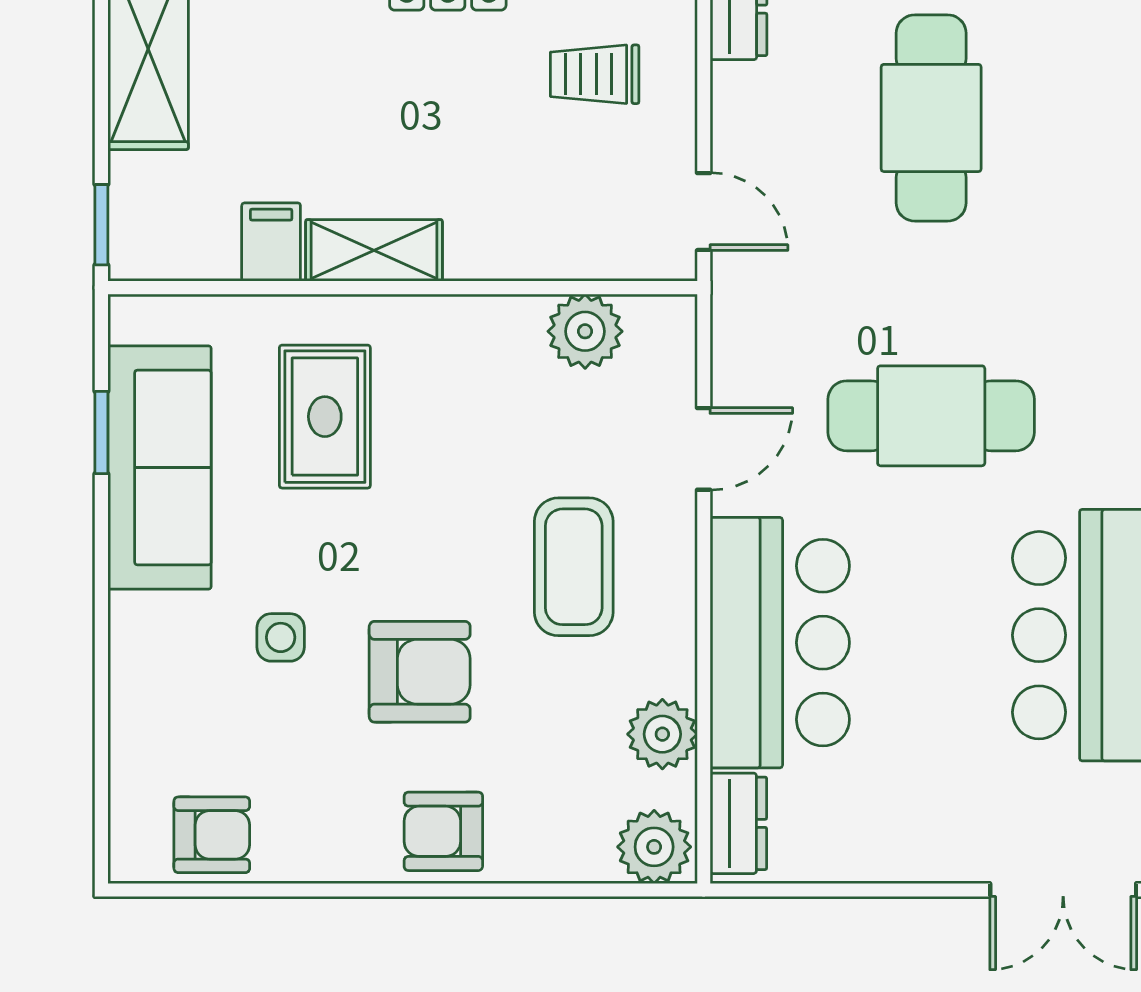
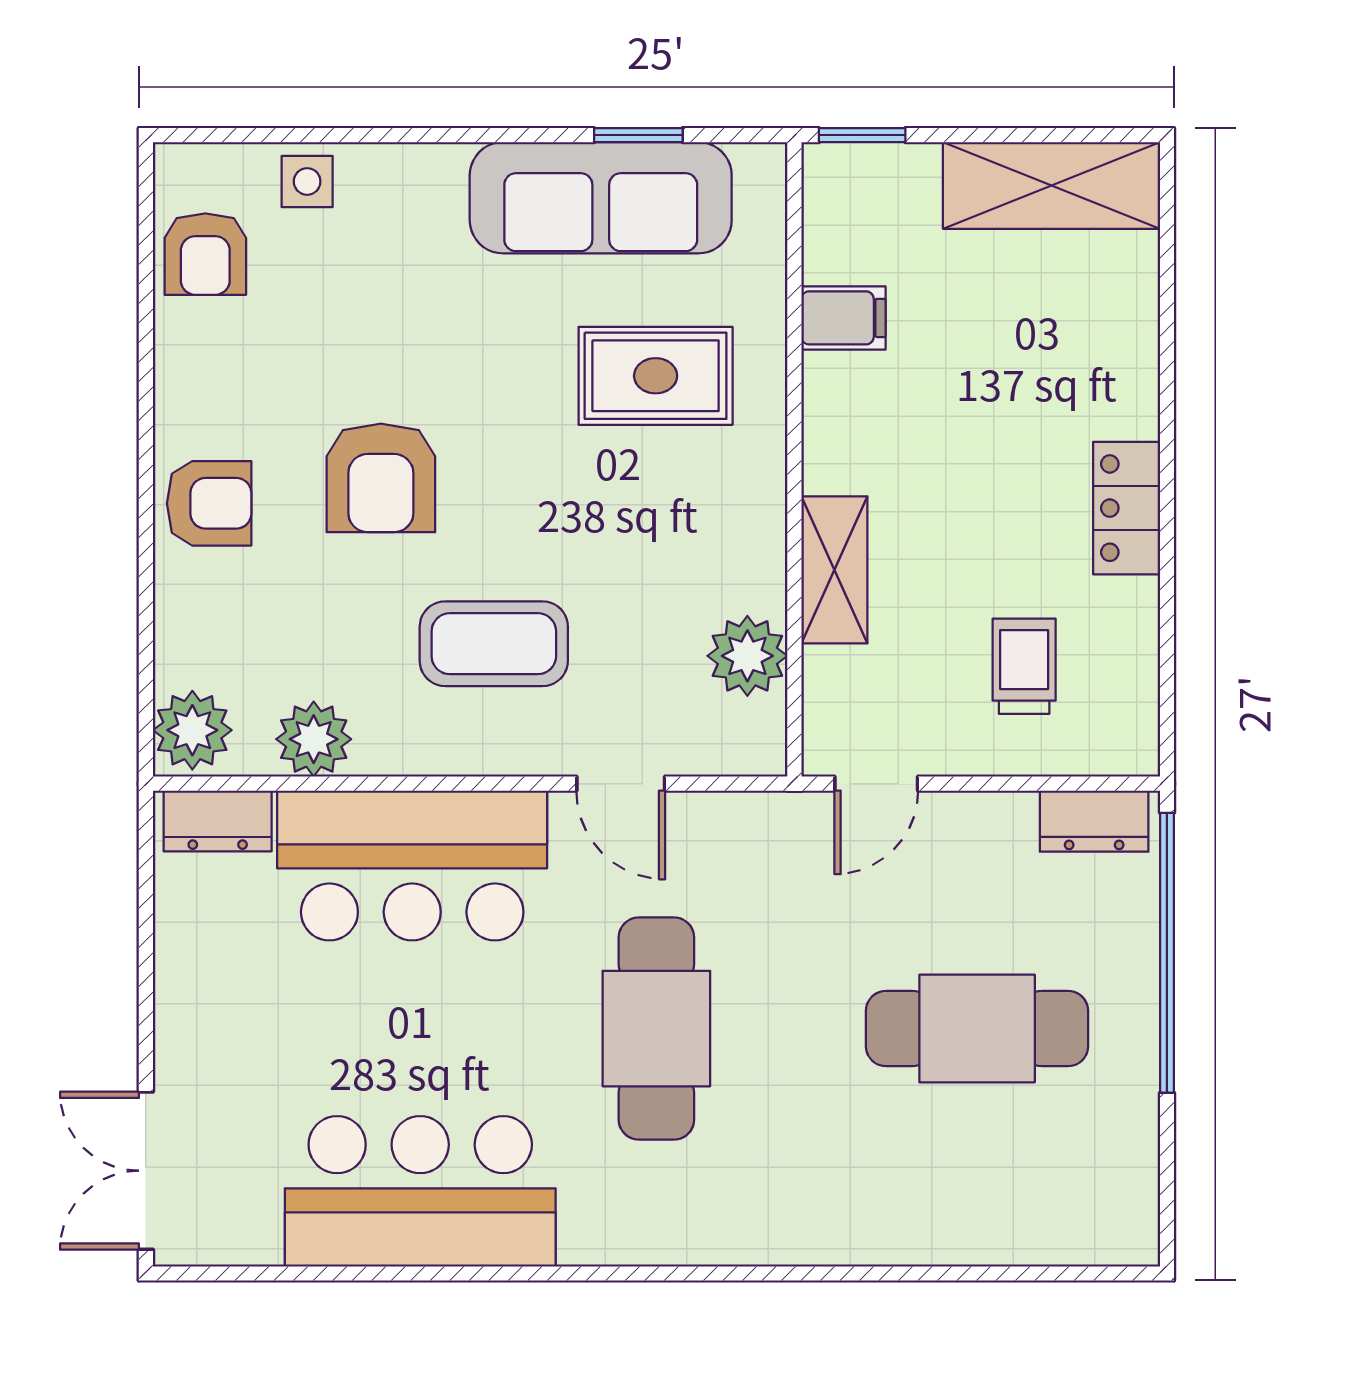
shelving: (374, 250) -> (834, 570), moved
side table: (281, 637) -> (307, 181), moved
armchair: (443, 831) -> (209, 503), turned 90

